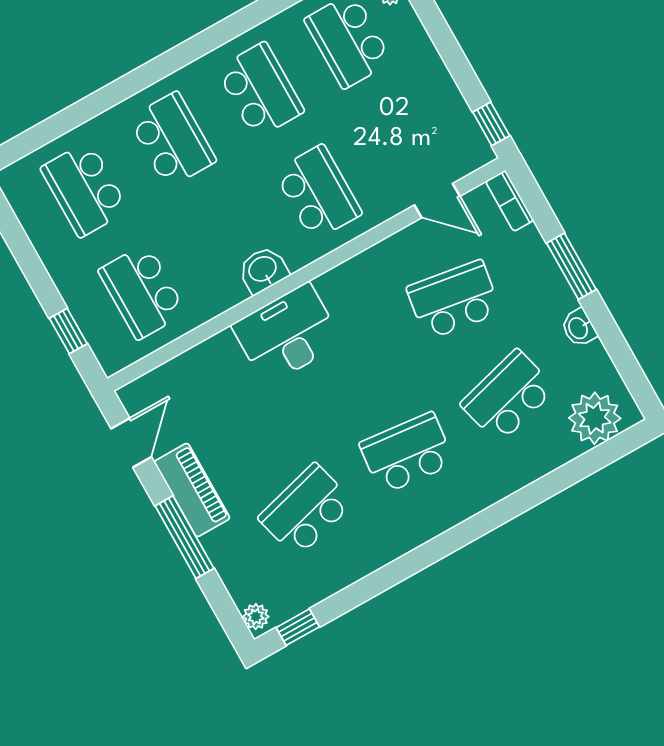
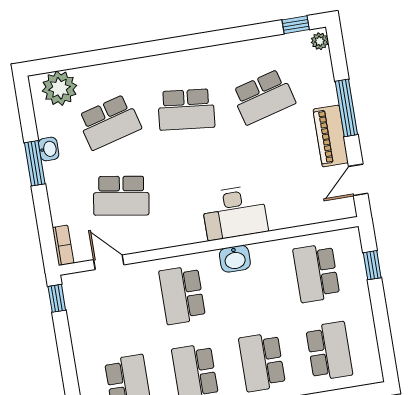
window: (571, 266) -> (35, 163), moved
school desk: (142, 292) -> (316, 273), turned 180

